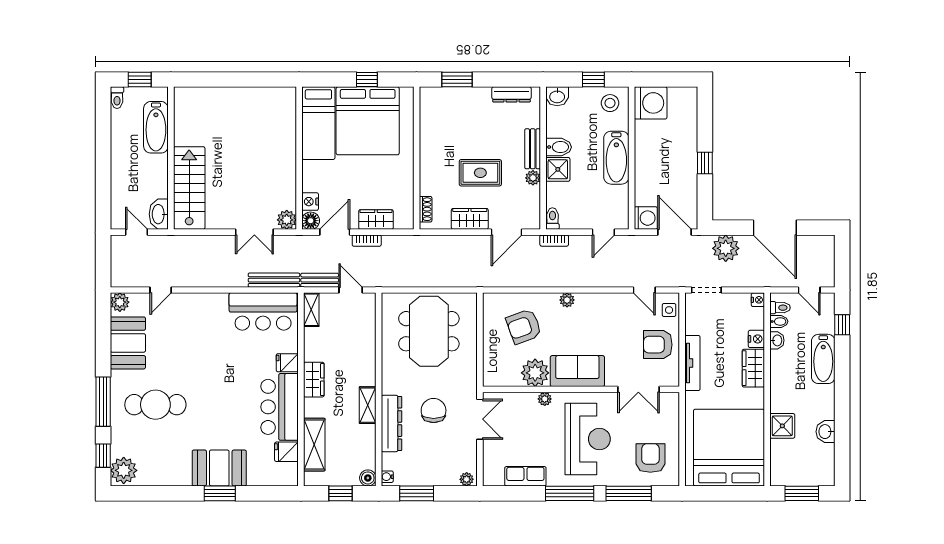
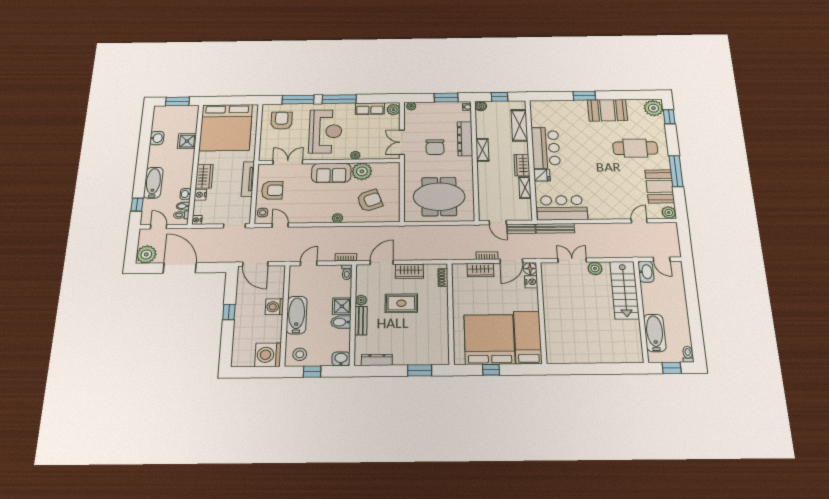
washing machine: (646, 218) -> (274, 307), moved
plant: (287, 220) -> (595, 268), moved
plant: (726, 248) -> (146, 254), moved
shelving: (311, 310) -> (525, 188), moved
meeting table: (429, 331) -> (439, 197), turned 90
window: (103, 402) -> (676, 171), moved
reception desk: (588, 439) -> (325, 131), turned 180
fridge: (286, 452) -> (539, 121), removed
armchair: (650, 458) -> (282, 121), turned 180
booth: (219, 468) -> (607, 110), moved
plant: (492, 474) -> (393, 110), added

